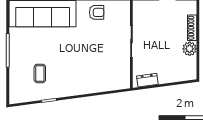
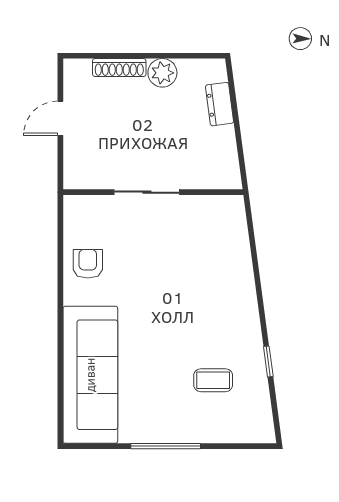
dresser: (147, 80) -> (220, 104), moved

